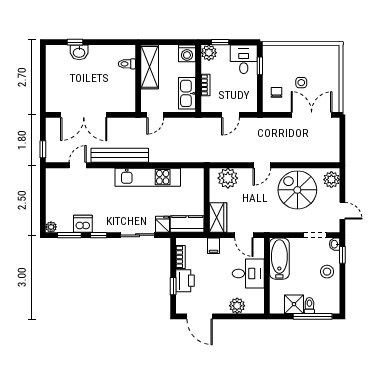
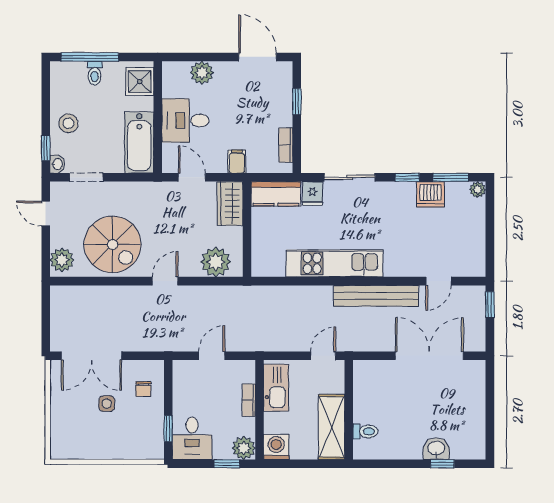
printer: (185, 281) -> (279, 110), removed
shower: (294, 304) -> (140, 82), moved

